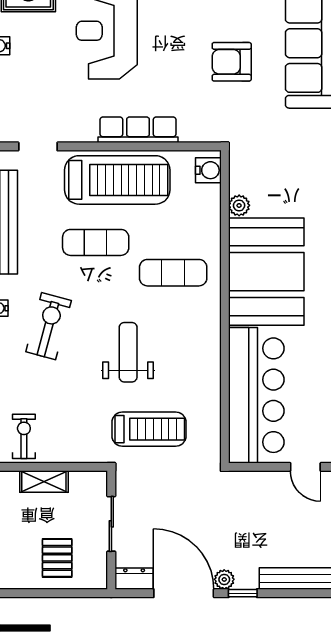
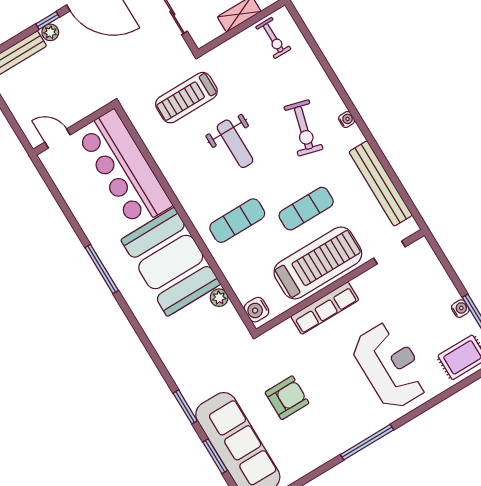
treadmill: (117, 180) -> (318, 263), turned 180
plant: (224, 579) -> (50, 32), moved

